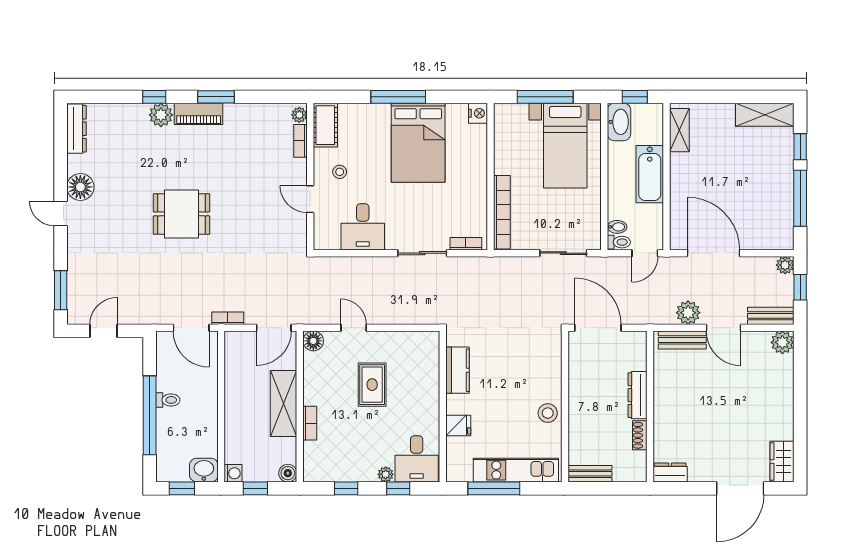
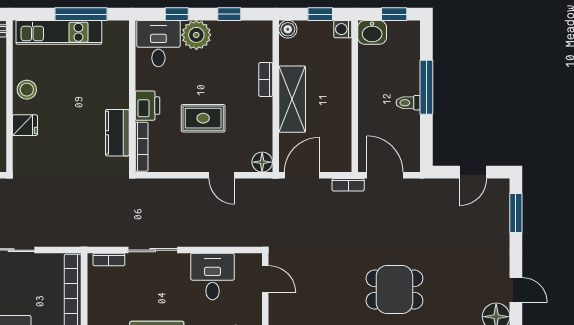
door: (310, 199) -> (265, 279), moved
bookcase: (433, 356) -> (142, 147), added
rug: (372, 385) -> (203, 118), turned 90
printer: (427, 397) -> (148, 106), added
window: (150, 415) -> (426, 87), width x0.68
fridge: (458, 425) -> (25, 125), moved, turned 180
plant: (386, 474) -> (196, 35), width x1.88, depth x1.88

